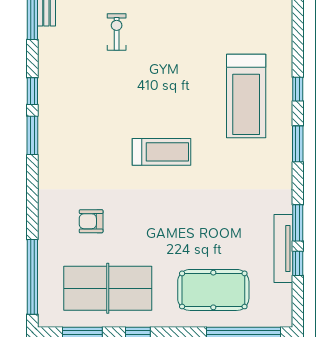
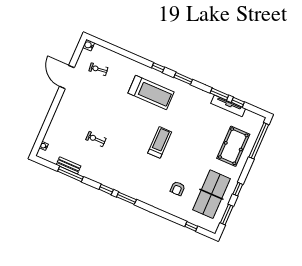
window: (32, 277) -> (191, 226), width x0.32

